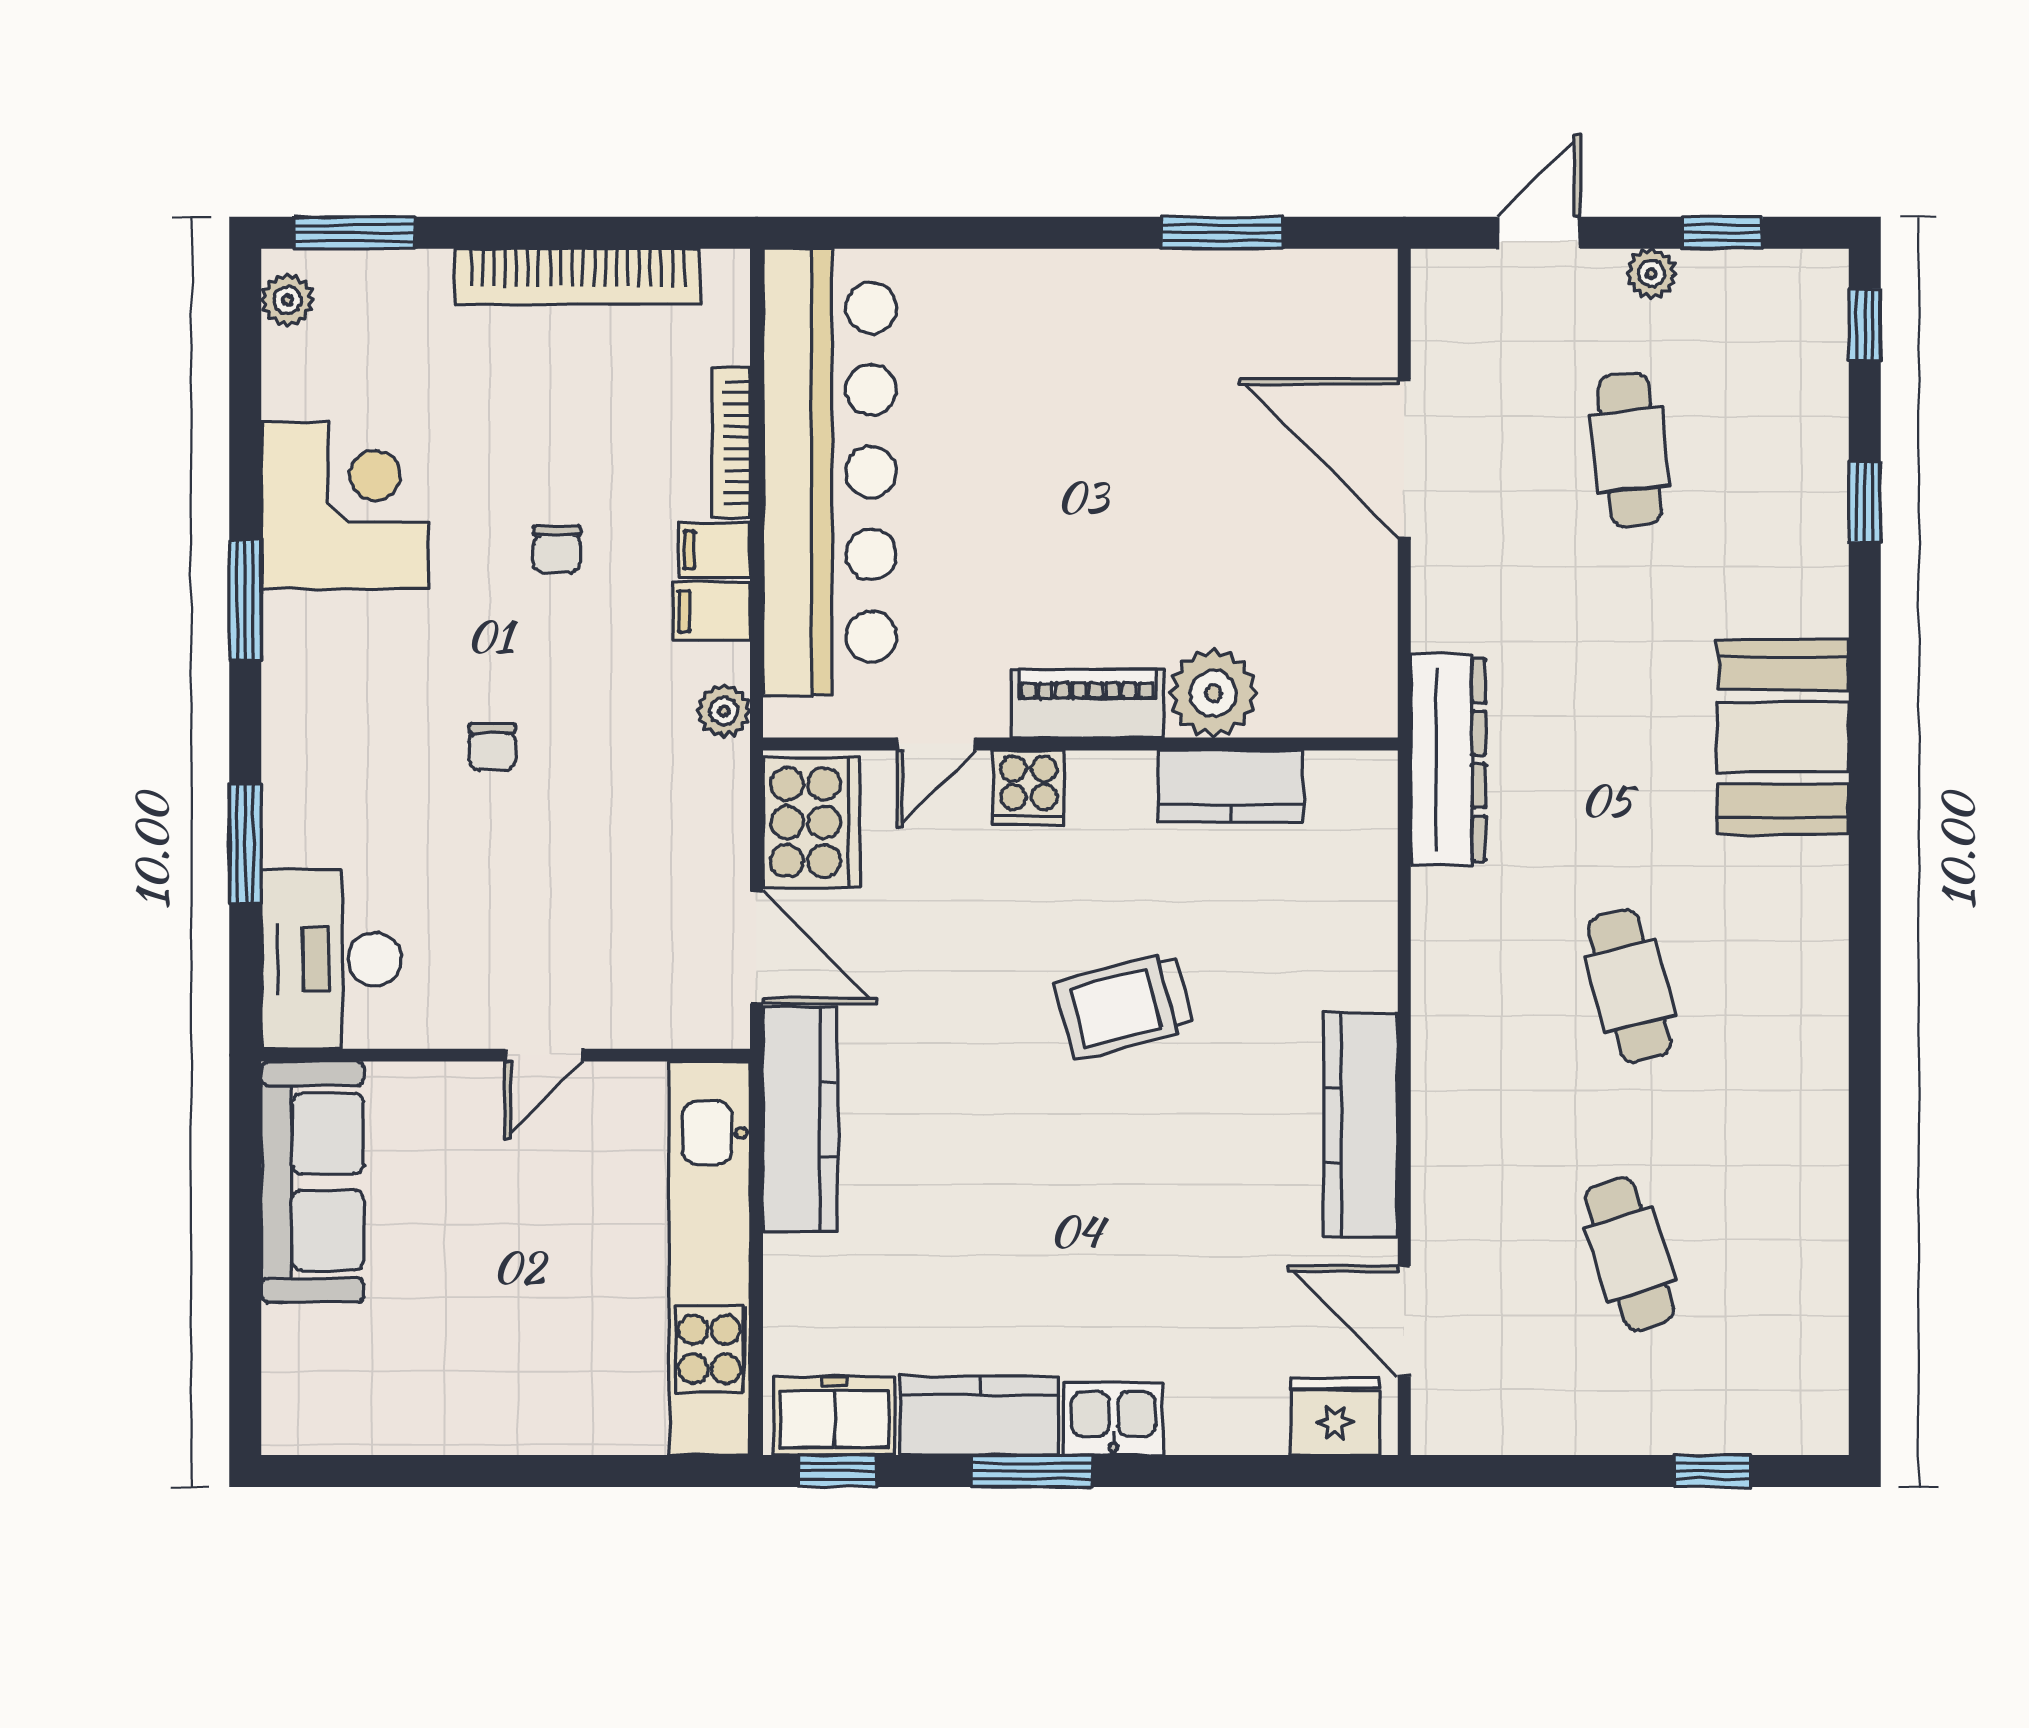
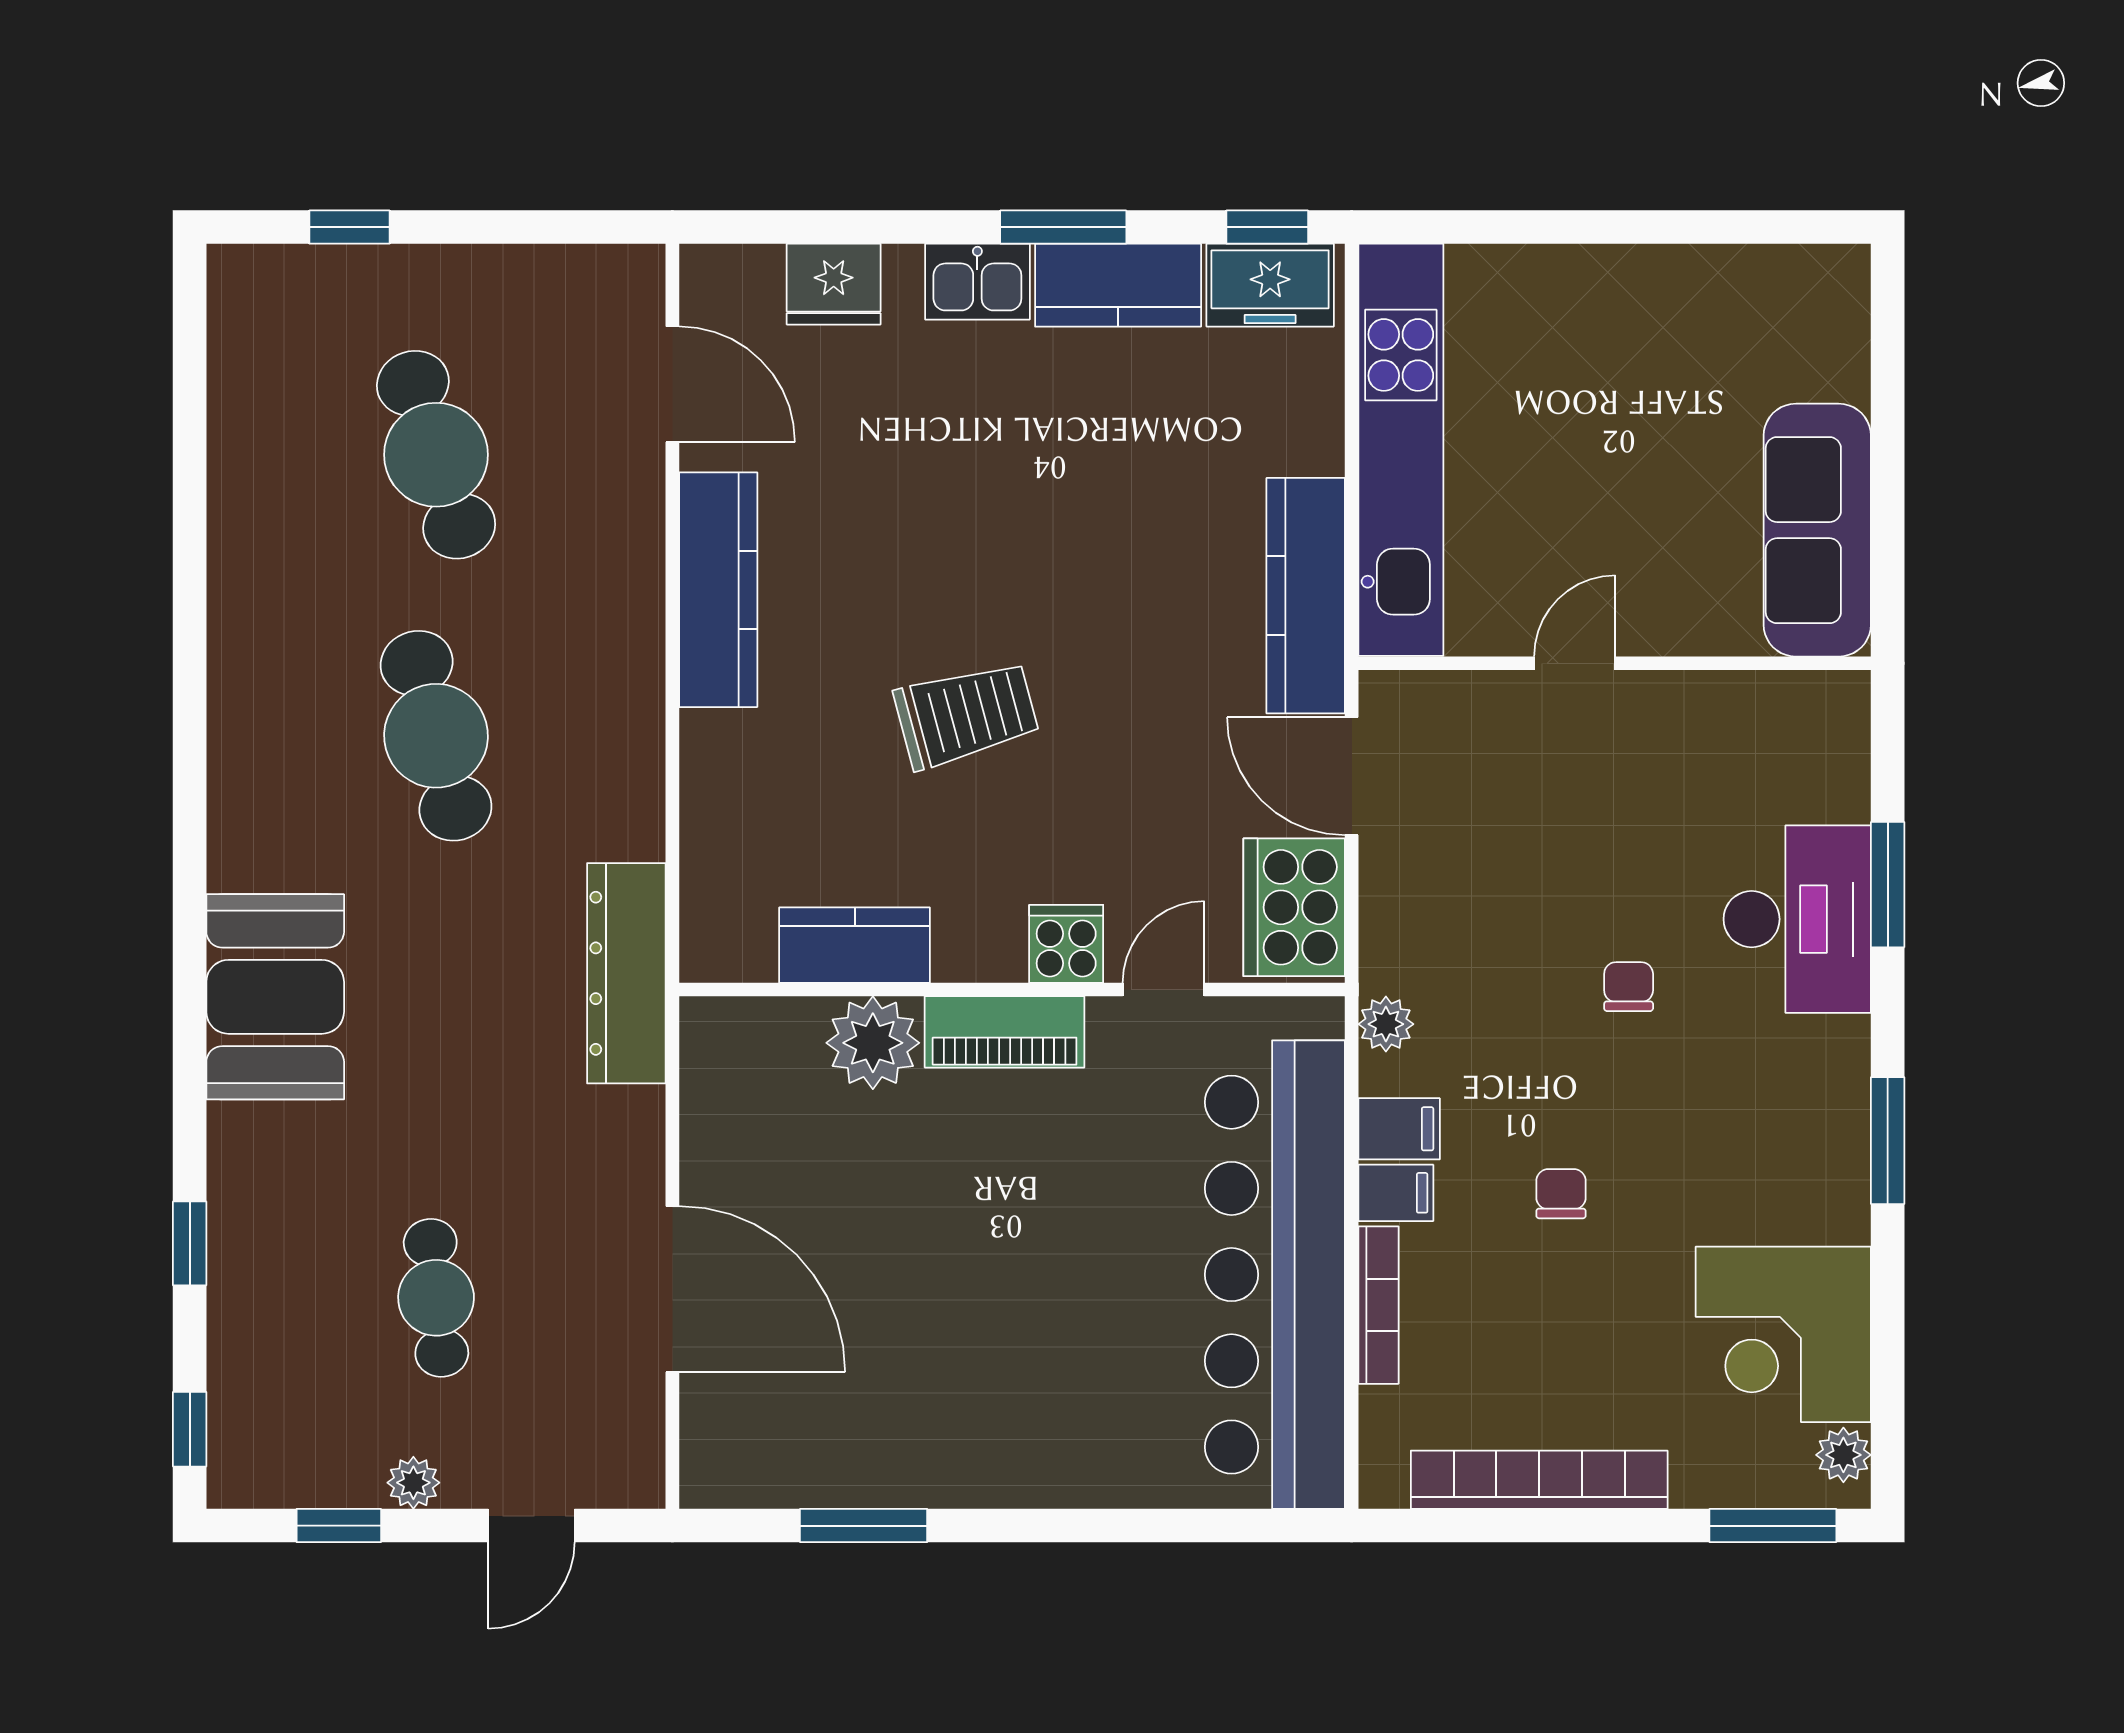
corner desk: (345, 505) -> (1783, 1334), moved
desk: (332, 959) -> (1797, 919), moved
cafe table: (1630, 986) -> (436, 736), width x1.37, depth x1.35
cafe table: (1630, 1254) -> (436, 455), width x1.37, depth x1.35
fridge: (1335, 1417) -> (834, 284), moved

